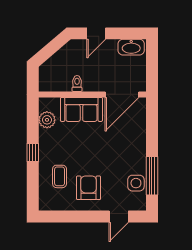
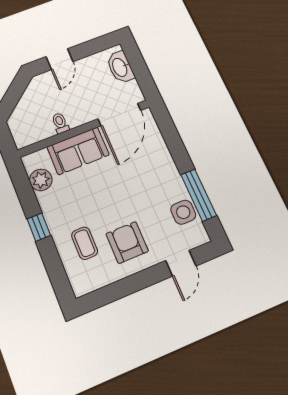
washbasin: (131, 47) -> (120, 67), moved, turned 90

